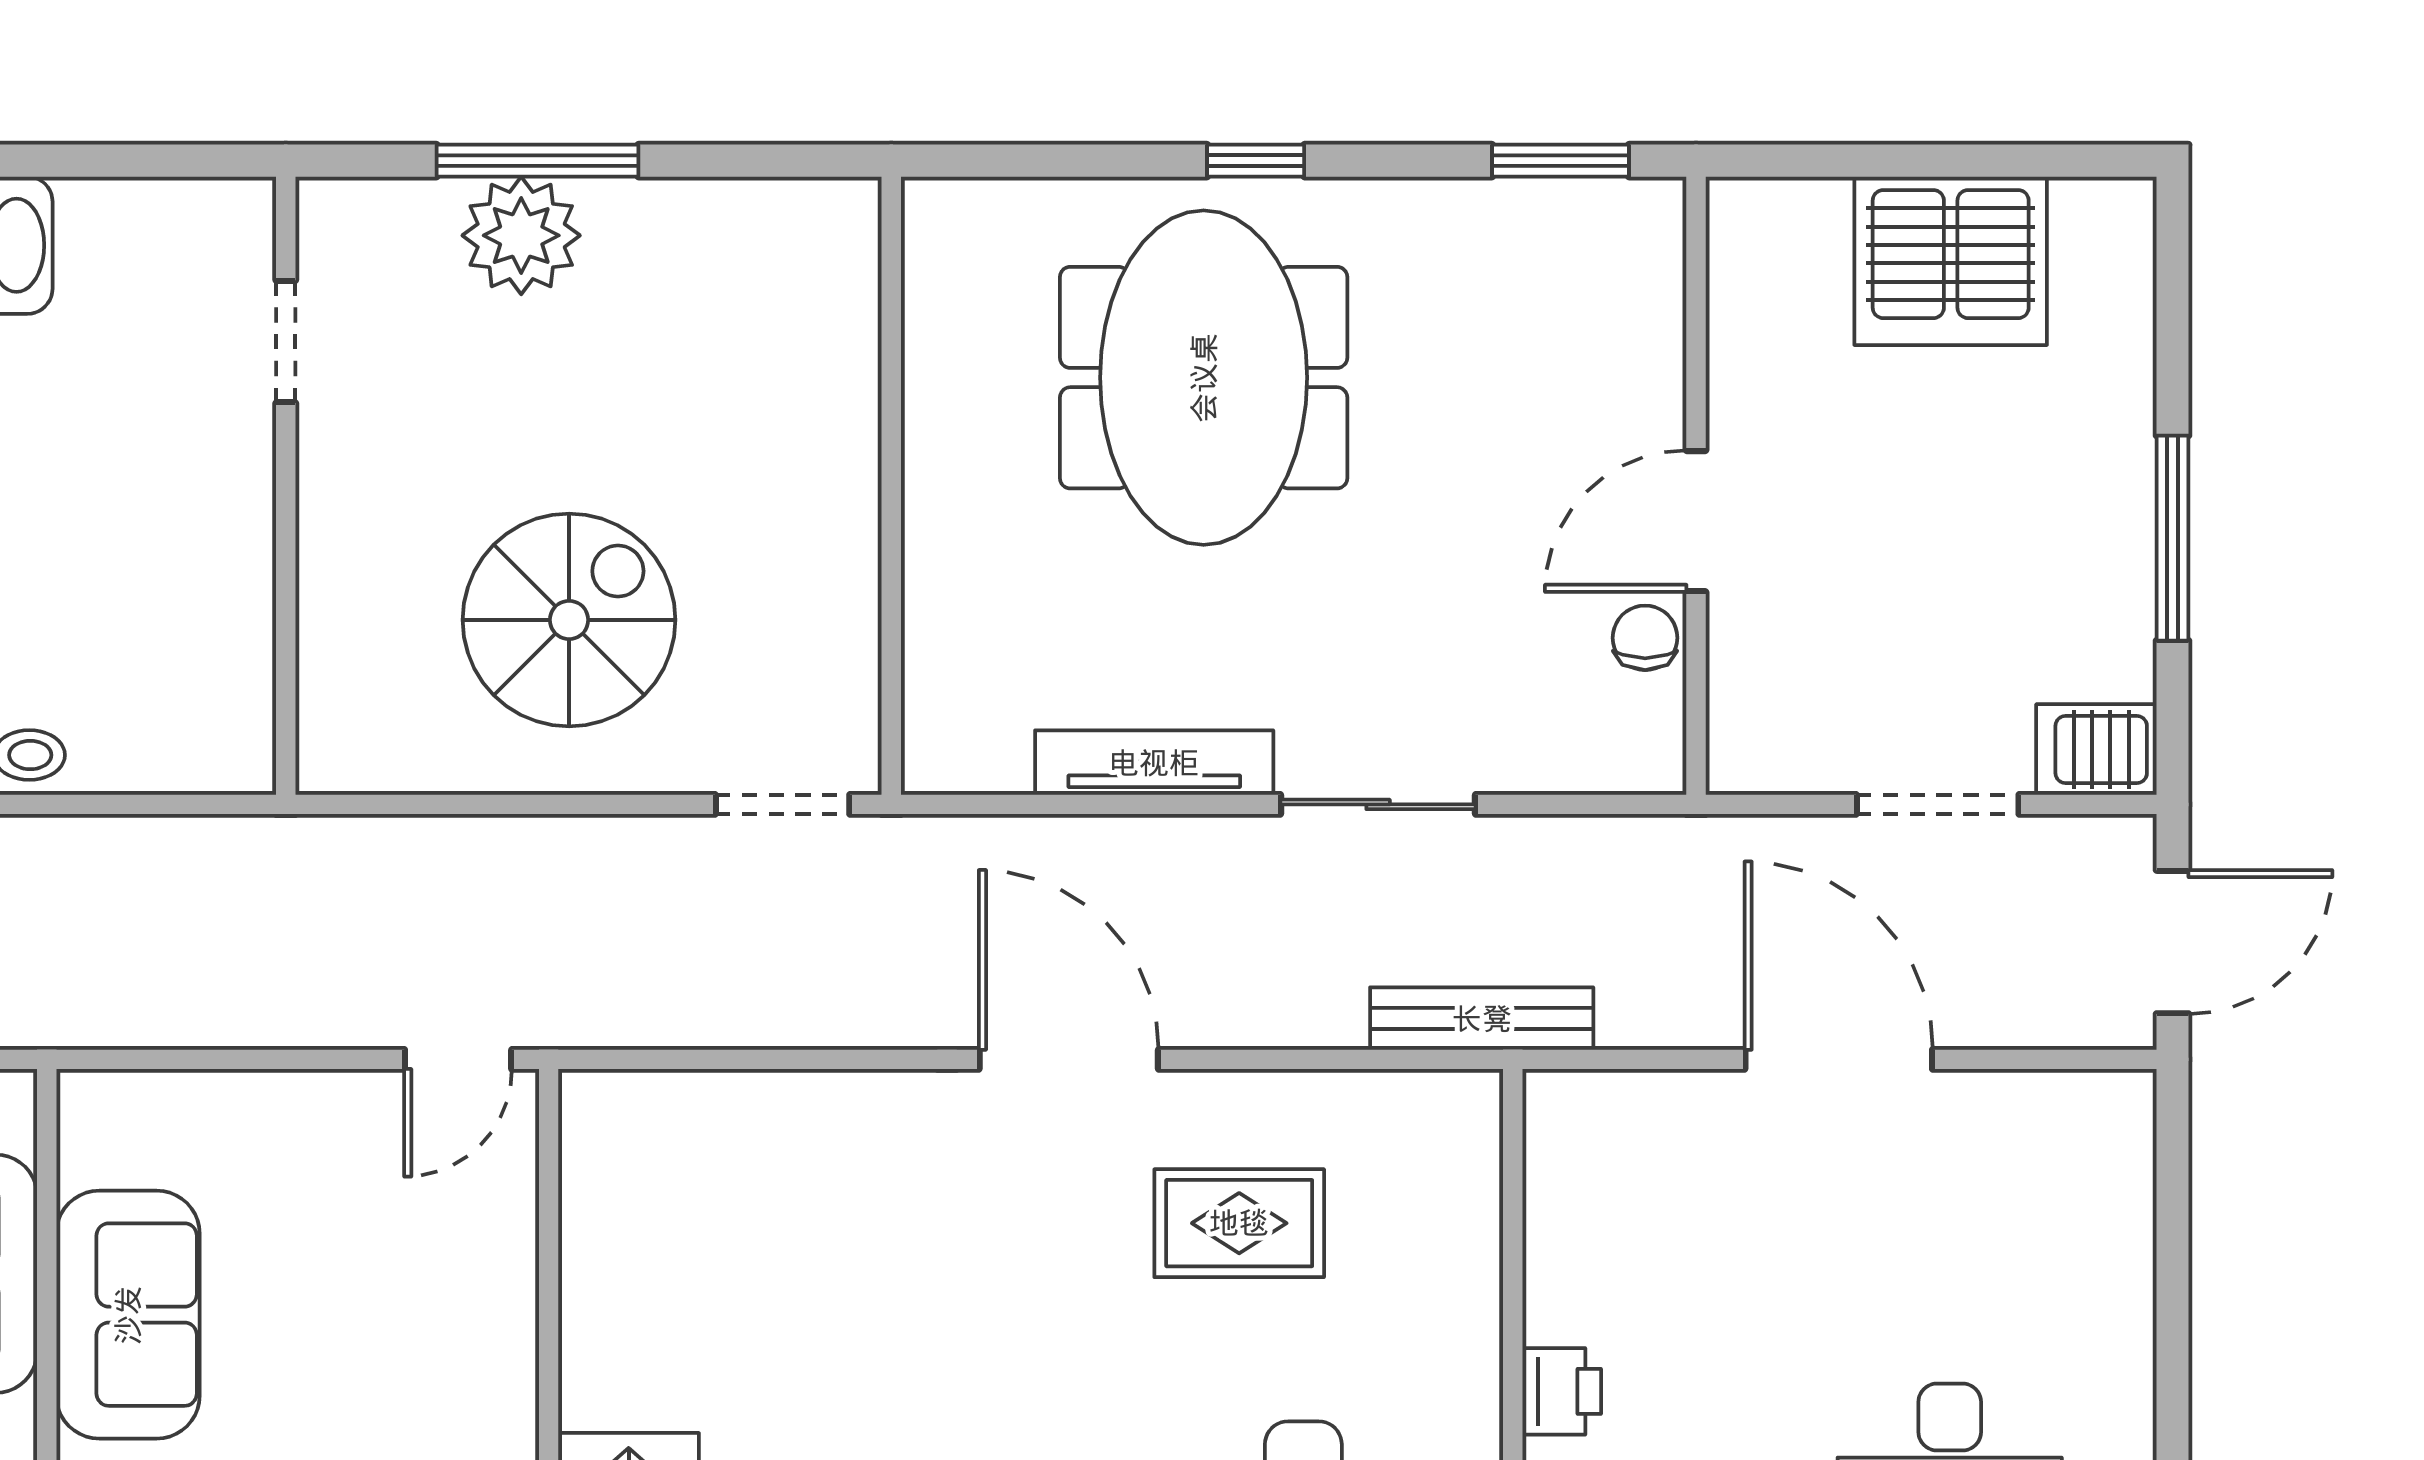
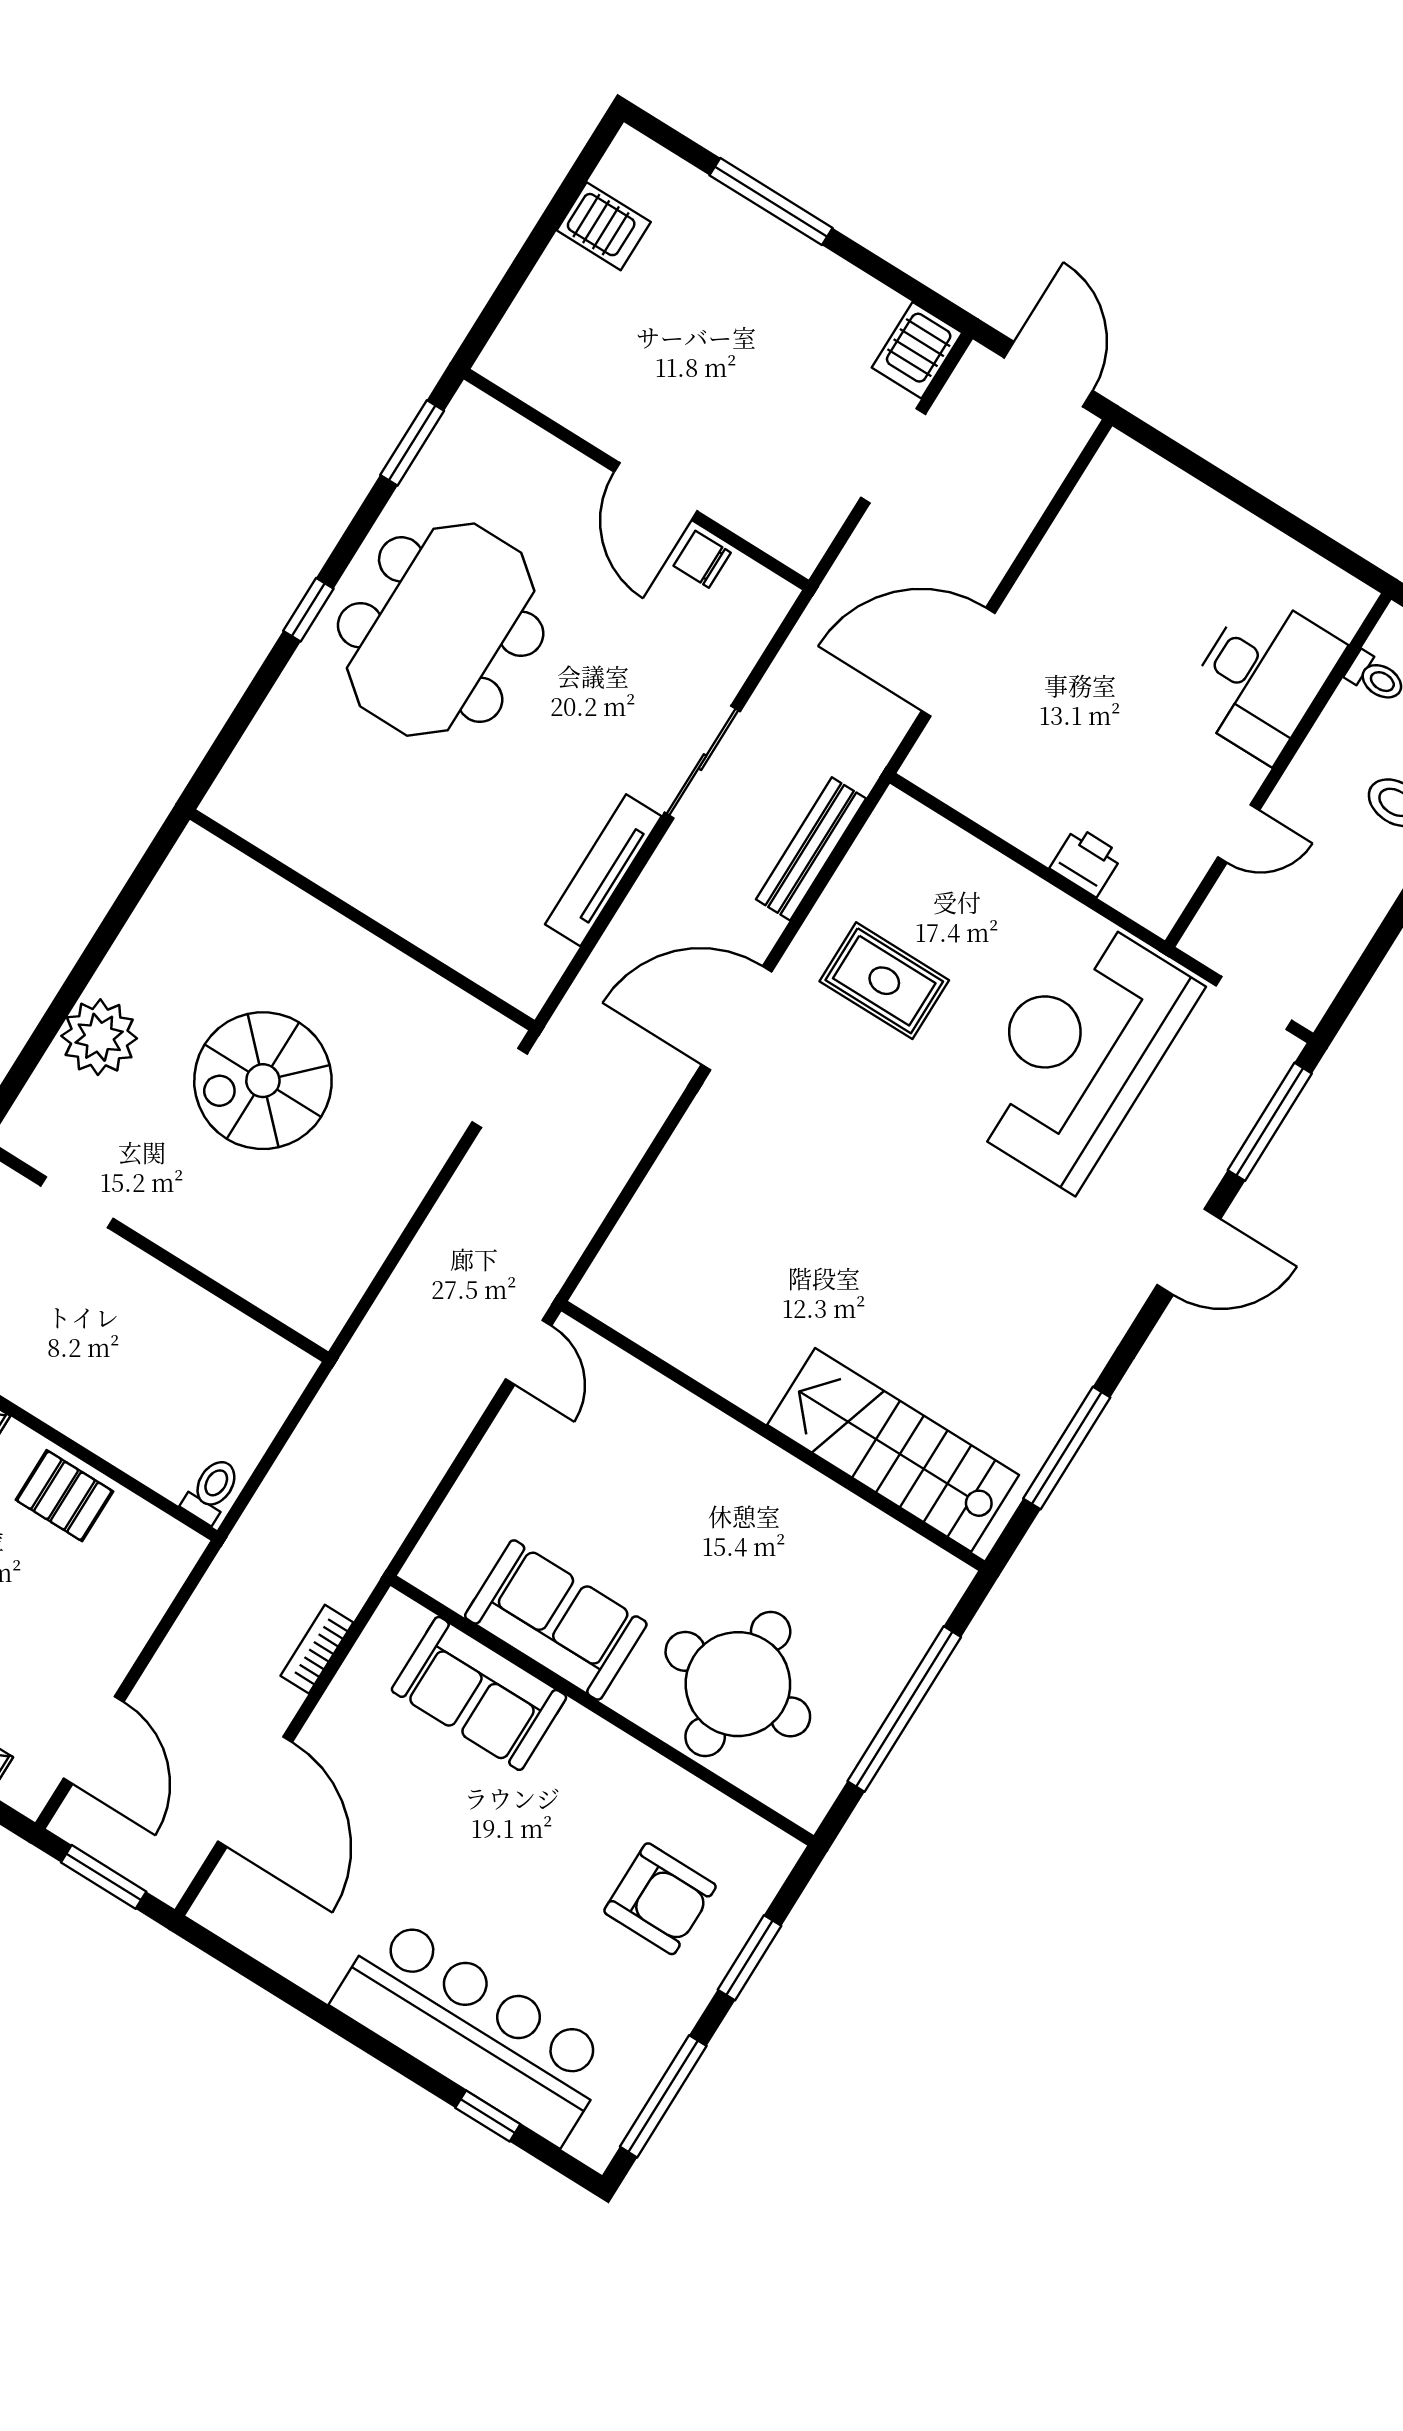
window: (538, 161) -> (64, 1003), removed
server rack: (1951, 261) -> (604, 226), width x0.46, depth x0.70
meeting table: (1204, 378) -> (441, 630), moved, turned 90
window: (2172, 538) -> (771, 202), moved
spiral stairs: (569, 620) -> (263, 1081), moved, turned -90
bench: (1482, 1019) -> (811, 849), moved
door: (1839, 1059) -> (958, 662), moved
rug: (1239, 1223) -> (884, 981), turned 90

